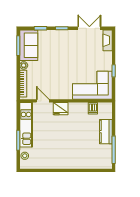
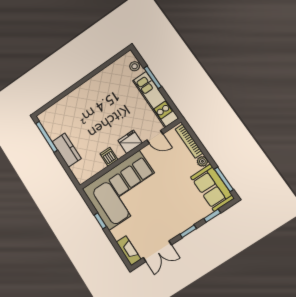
corner sofa: (92, 85) -> (124, 190), width x1.36, depth x1.36
dishwasher: (93, 108) -> (109, 157), moved

